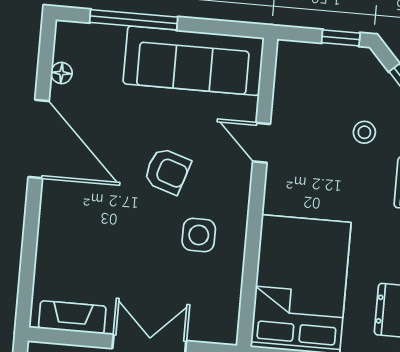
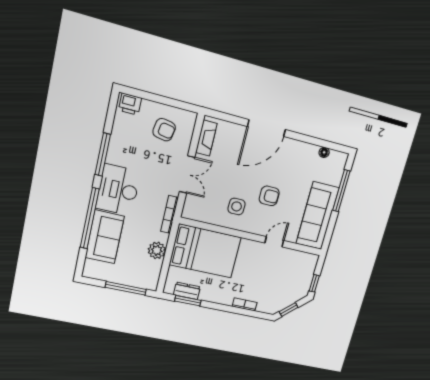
stool: (364, 132) -> (271, 289), removed
door: (39, 139) -> (266, 128), moved
armchair: (167, 171) -> (269, 196), turned -108

